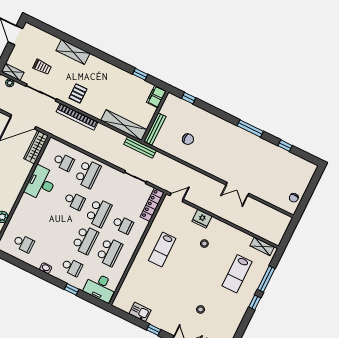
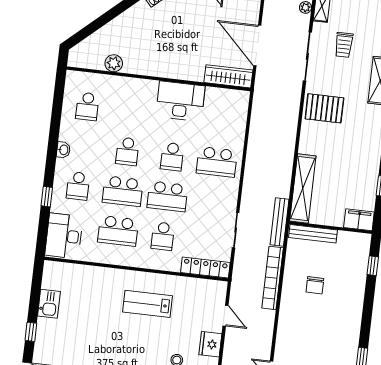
pallet: (78, 93) -> (324, 108), width x1.50, depth x1.42
bookcase: (77, 117) -> (273, 278), moved
school desk: (64, 162) -> (127, 151), moved
door: (177, 197) -> (226, 316), moved

